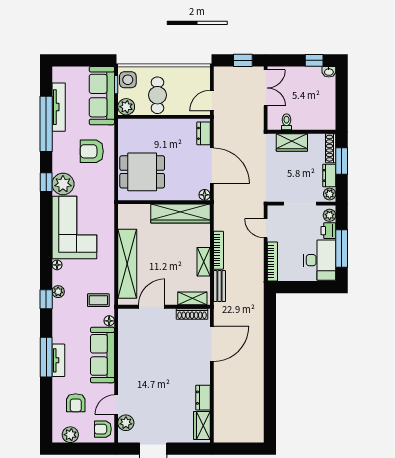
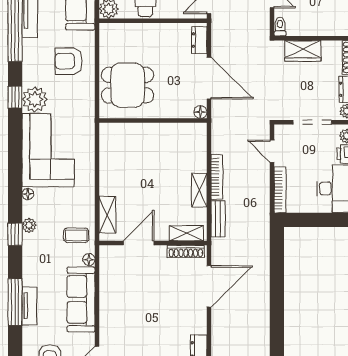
toilet: (287, 122) -> (280, 27), moved
wardrobe: (180, 213) -> (172, 134), removed
shelving: (127, 264) -> (107, 215), width x0.45, depth x0.75

